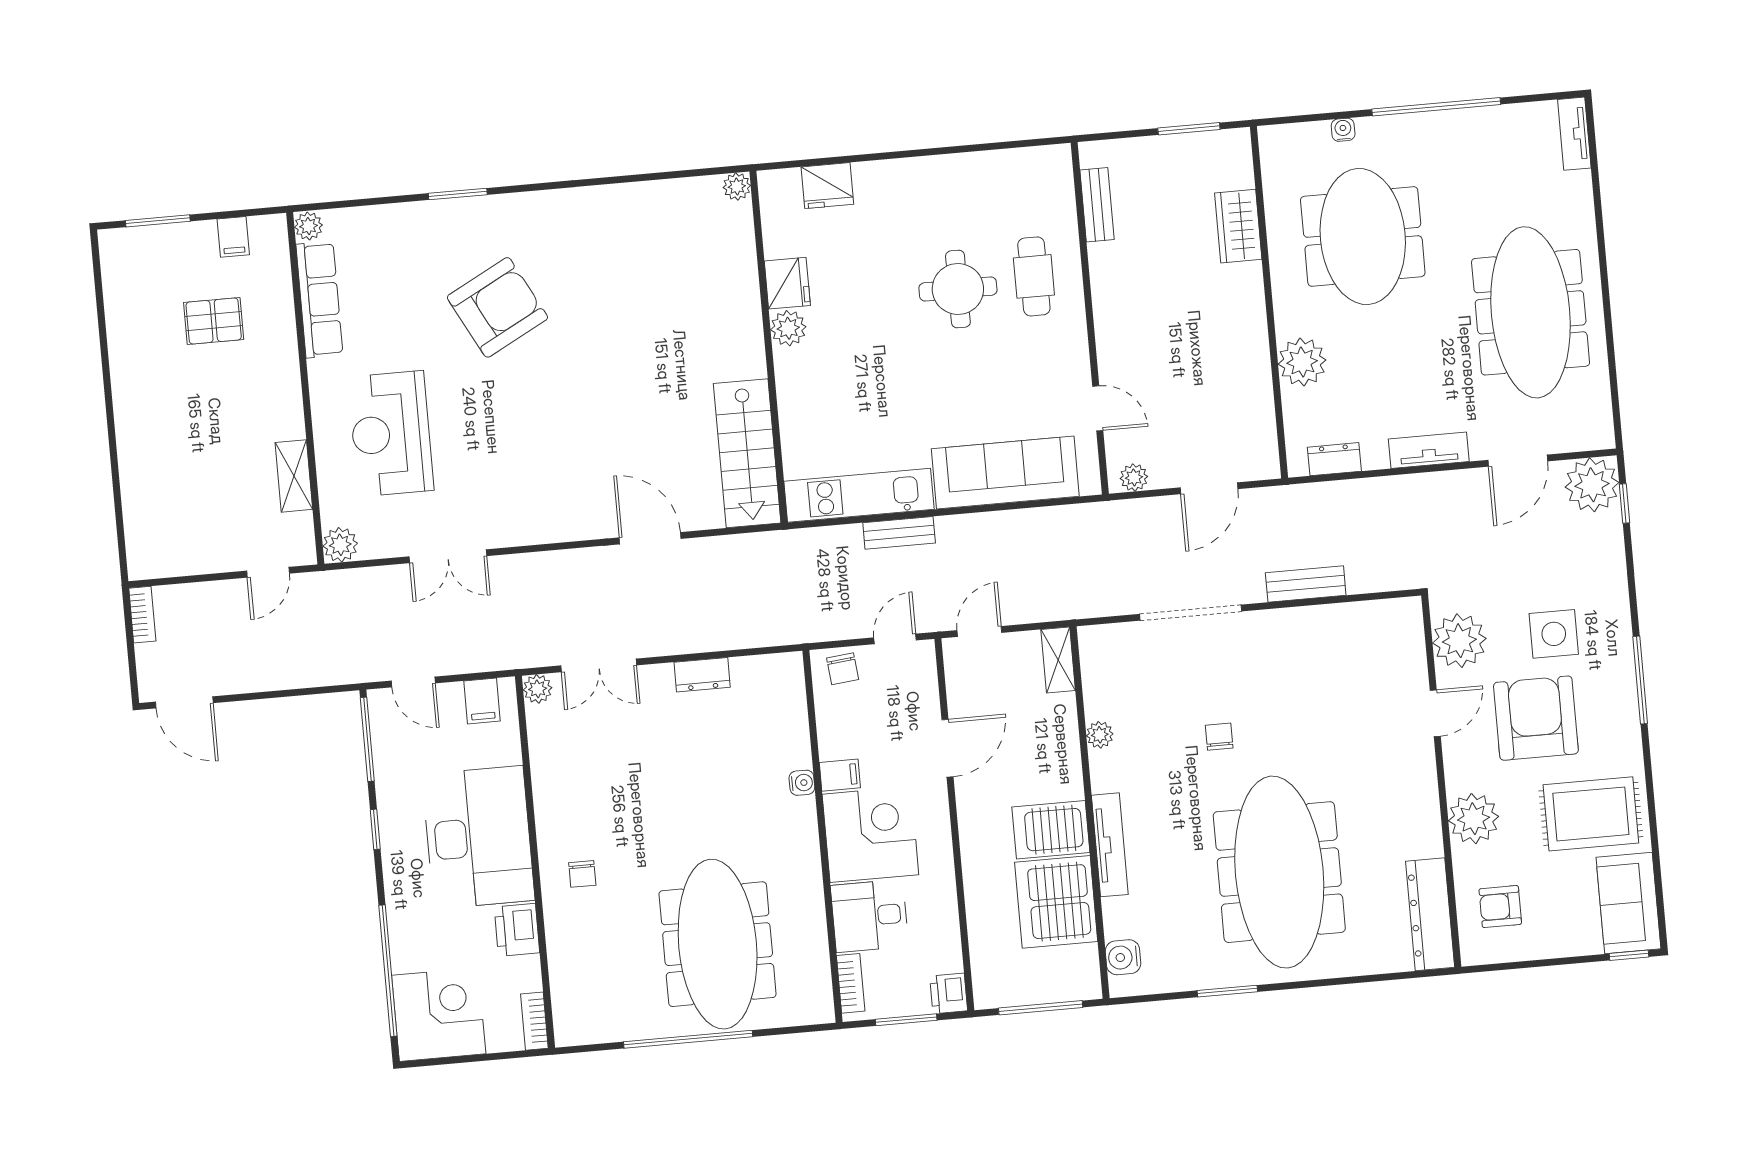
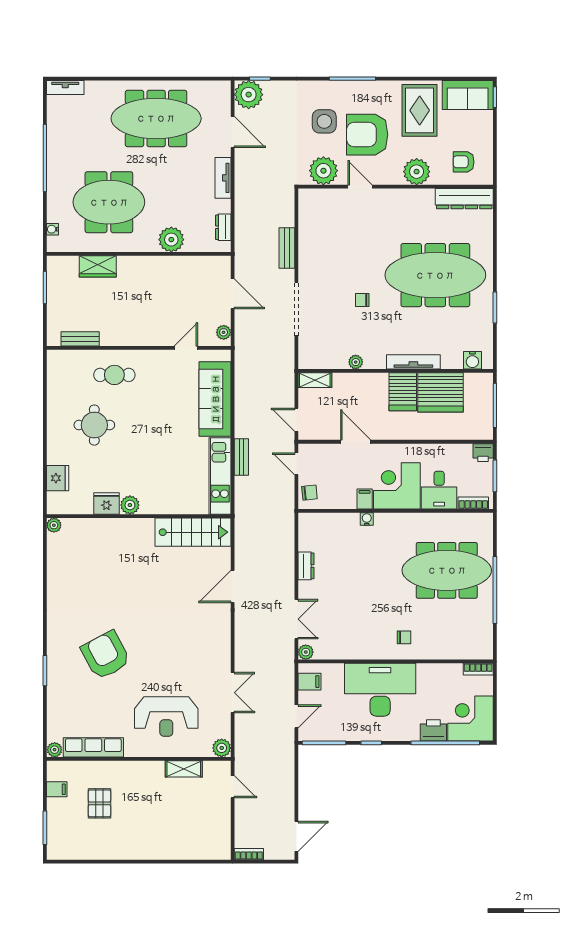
water cooler: (1343, 130) -> (52, 229), moved
round table: (958, 289) -> (94, 425), moved
armchair: (1500, 907) -> (464, 162), turned 90
printer: (517, 930) -> (433, 730), moved, turned 180

